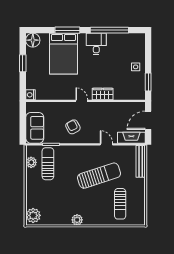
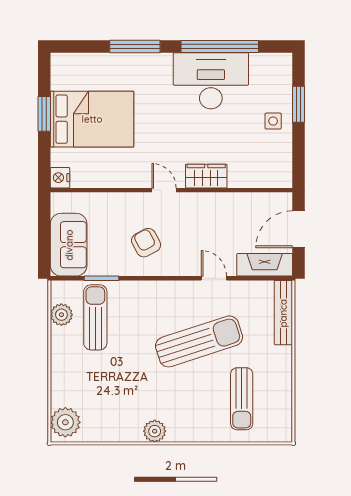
floor lamp: (33, 40) -> (65, 67), removed
desk: (96, 44) -> (211, 81), width x1.87, depth x1.30
bed: (64, 54) -> (92, 119), moved, turned -90
window: (148, 82) -> (299, 104), moved

